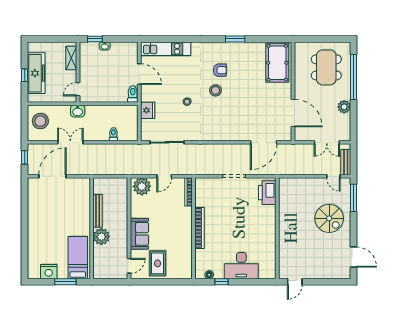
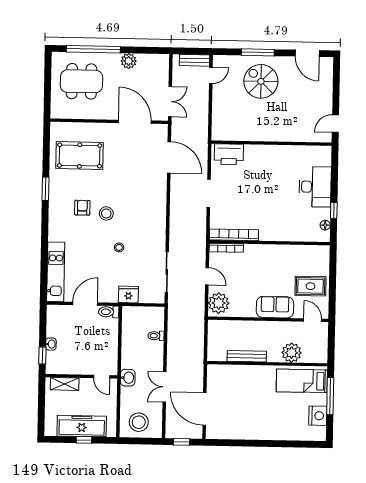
pool table: (277, 63) -> (80, 156), moved
door: (293, 113) -> (135, 122), hinge flipped
double door: (327, 142) -> (170, 102), moved
window: (353, 198) -> (258, 52), moved
spiral stairs: (329, 218) -> (261, 81), turned -90
bookcase: (200, 228) -> (234, 235), moved
plant: (101, 237) -> (292, 353), moved
door: (353, 257) -> (307, 53), swing flipped
window: (65, 282) -> (330, 396), width x1.44
door: (295, 282) -> (335, 124), swing flipped

